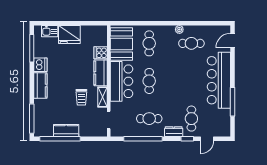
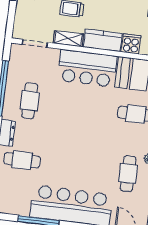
cafe table: (149, 81) -> (83, 107), removed

